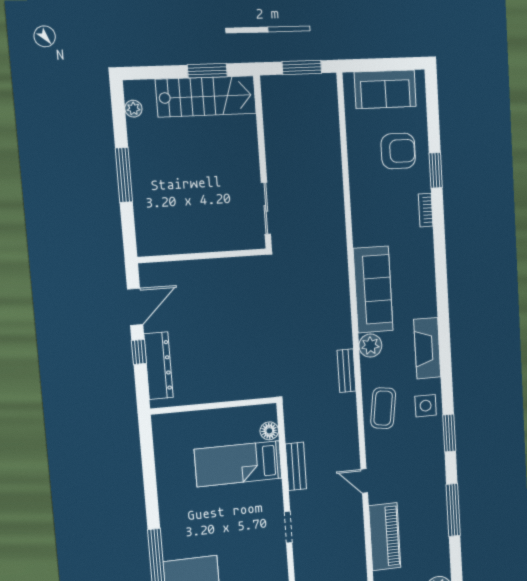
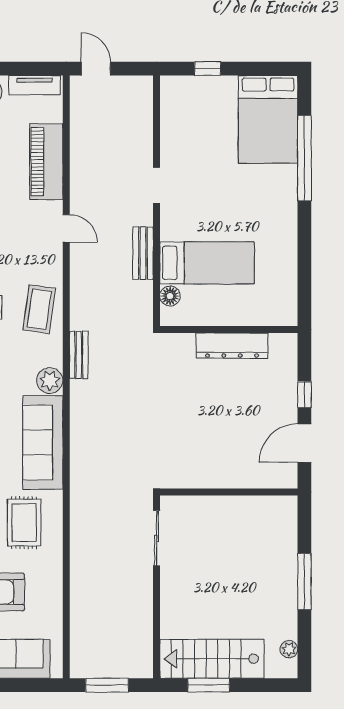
rug: (385, 216) -> (24, 523), added
dresser: (158, 366) -> (232, 346), moved, turned -90

